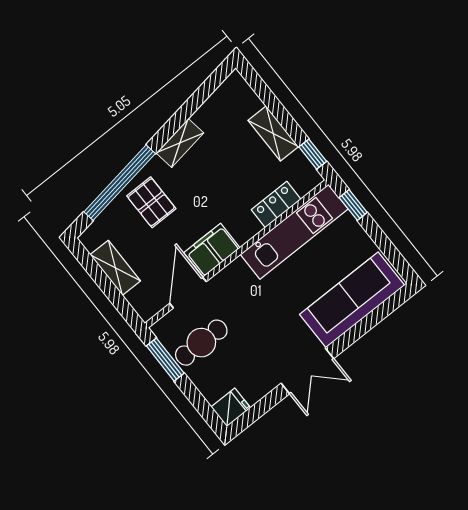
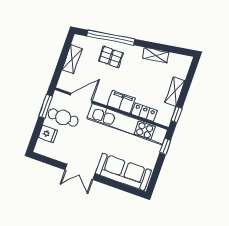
shelving: (180, 143) -> (156, 55), moved
pallet: (151, 202) -> (111, 57), turned 90
kitchen unit: (294, 232) -> (127, 124), width x1.36
filing cabinet: (212, 250) -> (121, 102), moved
fridge: (231, 407) -> (48, 134), moved

